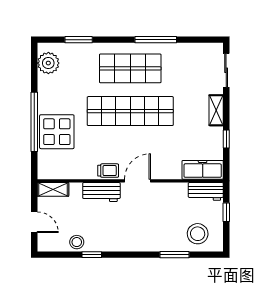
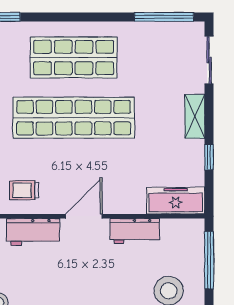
window: (156, 40) -> (164, 17), moved
trolley: (108, 171) -> (24, 190), moved, turned 180
workbench: (206, 191) -> (135, 231), moved
window: (226, 212) -> (209, 260), width x2.17

